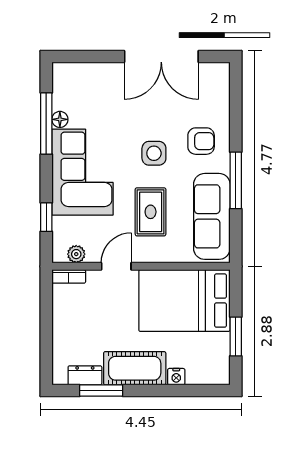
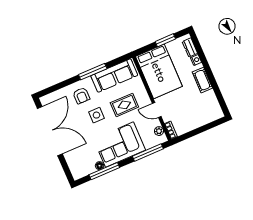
double door: (161, 57) -> (50, 131), width x1.36
armchair: (201, 141) -> (81, 96), turned 180
window: (46, 217) -> (148, 152), width x2.17
cot: (135, 368) -> (202, 80), width x0.73, depth x0.75
dresser: (85, 375) -> (190, 47), moved
window: (101, 390) -> (218, 92), removed

